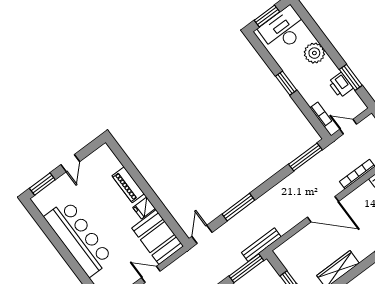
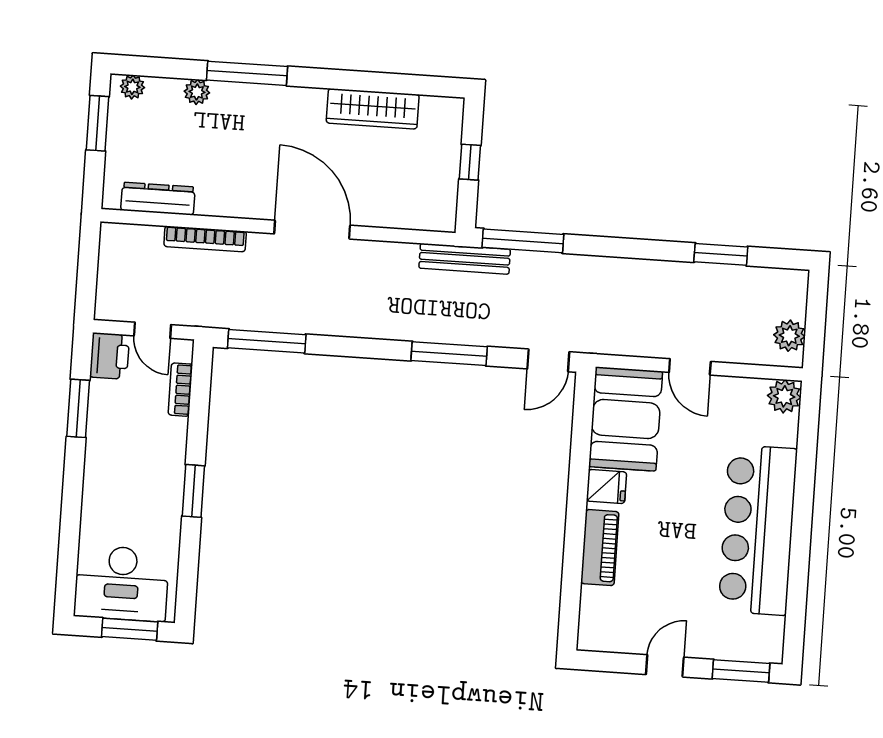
plant: (314, 53) -> (104, 500), removed
printer: (341, 85) -> (110, 356), moved

